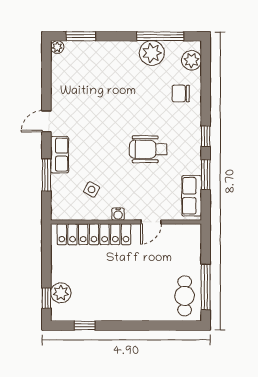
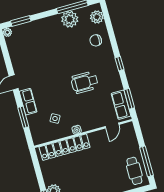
window: (206, 175) -> (129, 99), moved
door: (151, 222) -> (112, 125), moved

